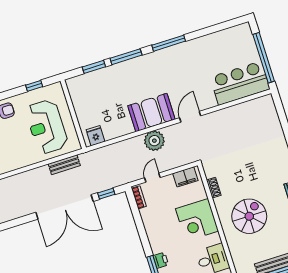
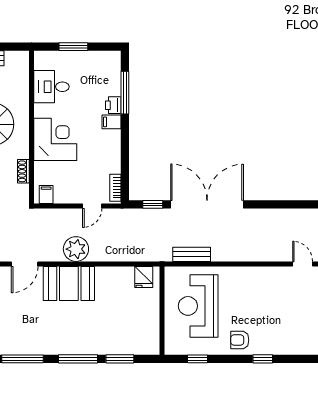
reception desk: (47, 127) -> (198, 306), turned 180
filing cabinet: (185, 177) -> (46, 195), width x0.50
filing cabinet: (158, 247) -> (112, 122), added

